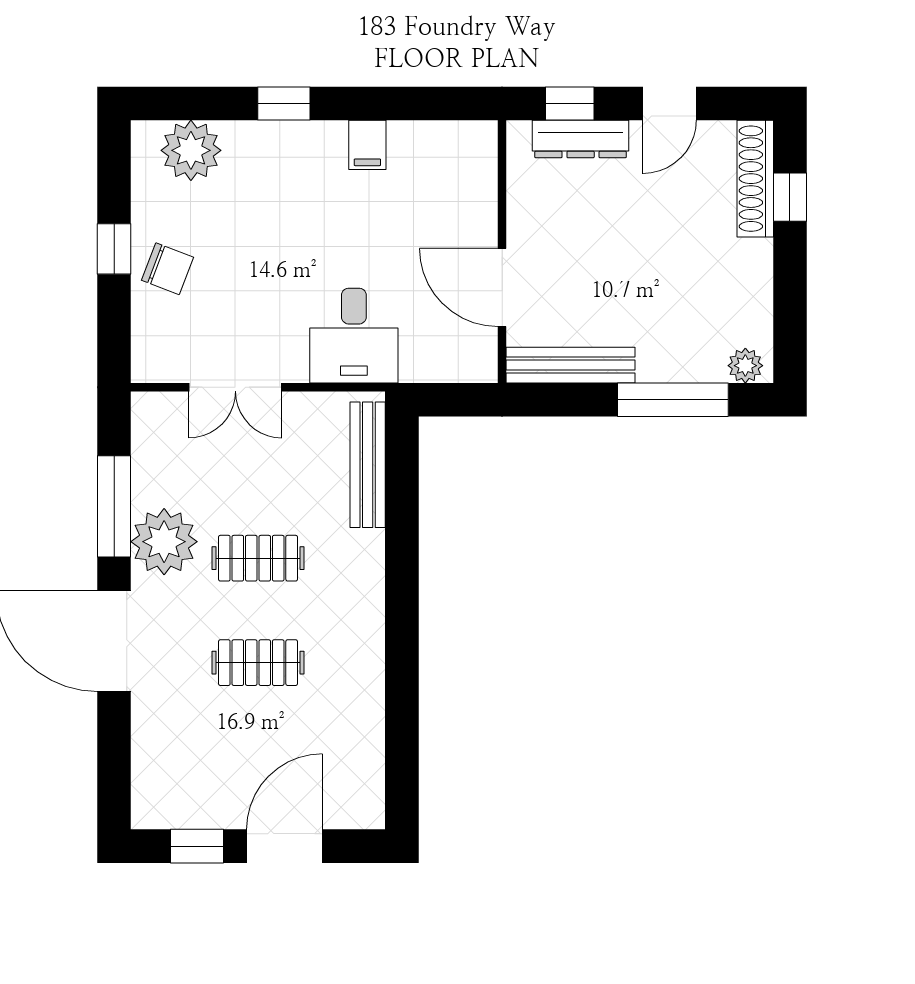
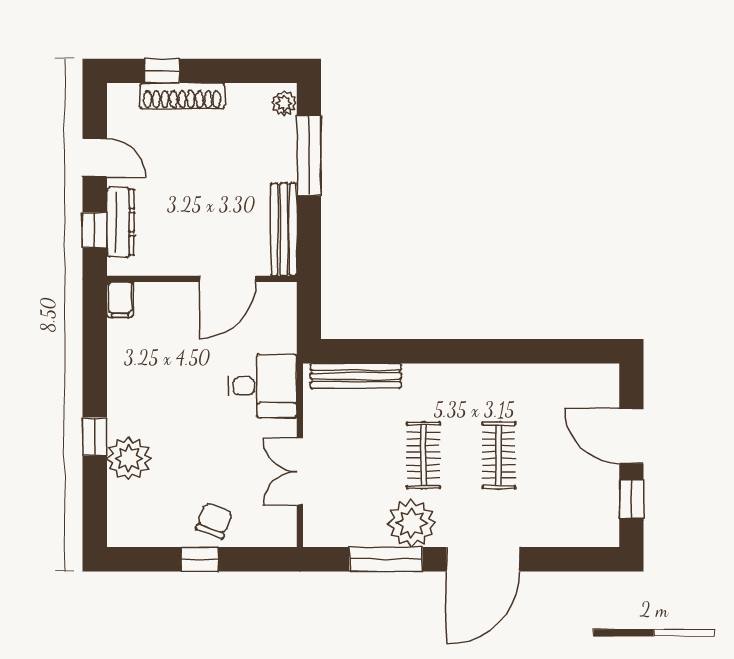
filing cabinet: (367, 145) -> (120, 300), moved, turned 90
plant: (191, 150) -> (129, 459), moved
shoe rack: (755, 179) -> (182, 96), moved
double door: (235, 387) -> (300, 472), swing flipped

